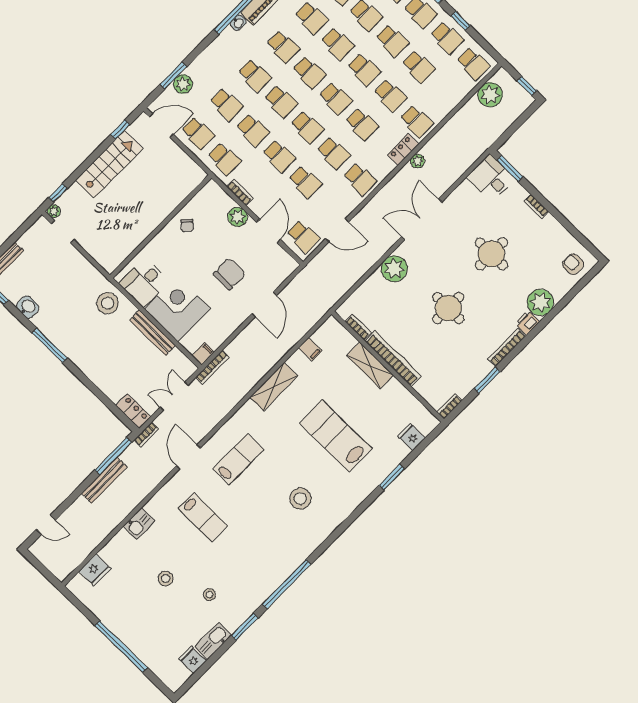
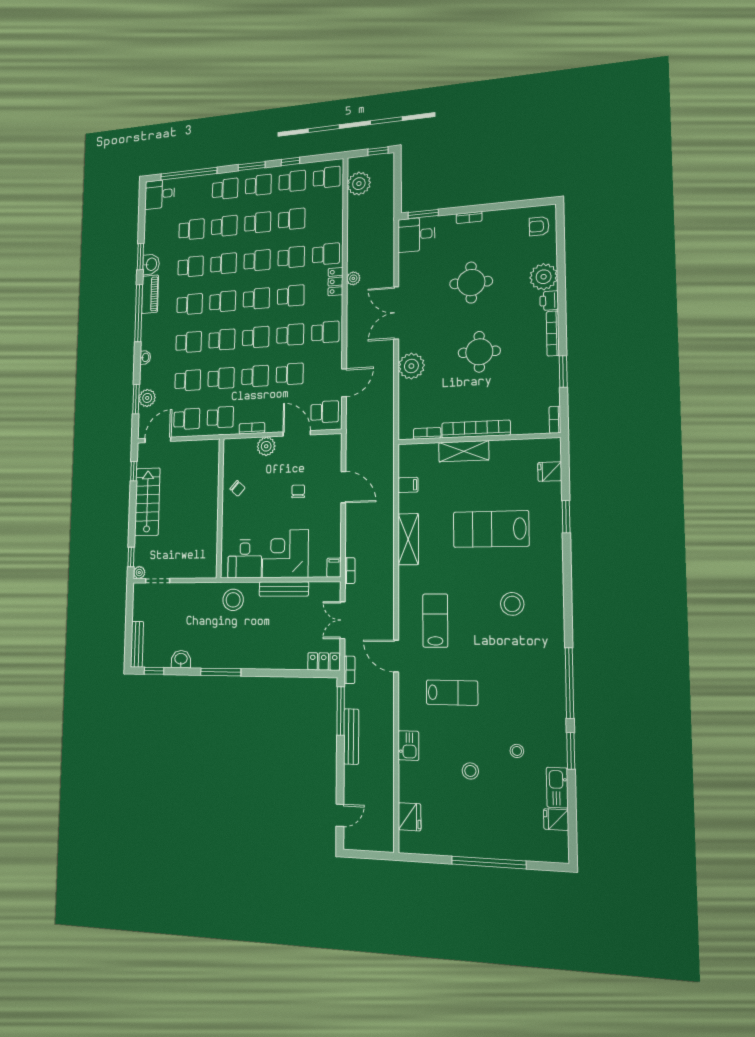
washbasin: (238, 23) -> (145, 357), moved
chair: (229, 274) -> (298, 491), width x0.54, depth x0.54
bookcase: (212, 367) -> (350, 571), width x0.64

